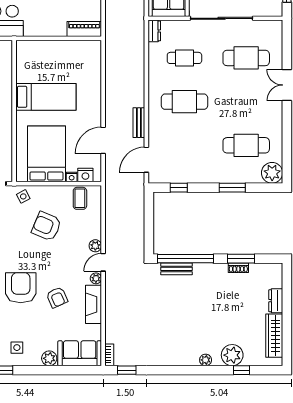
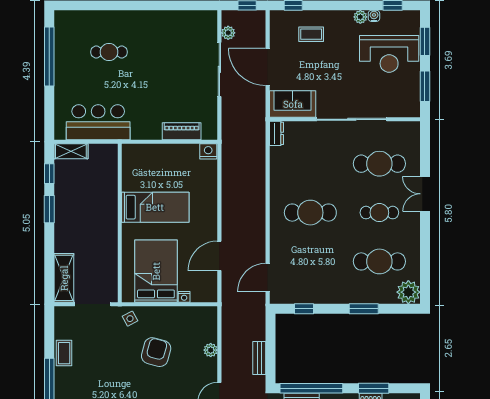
piano: (84, 29) -> (182, 131), moved
cafe table: (184, 58) -> (379, 213), moved
bench: (139, 123) -> (259, 358), moved
nightstand: (85, 175) -> (208, 151), moved, turned 180
coffee table: (80, 198) -> (193, 321), removed
armchair: (47, 226) -> (156, 352), turned 82
plant: (95, 246) -> (211, 350), moved

